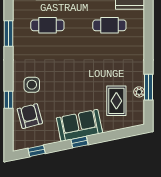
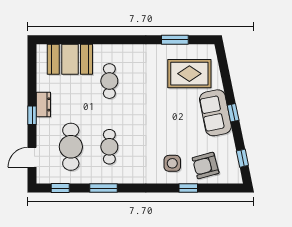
window: (8, 33) -> (104, 188), moved
plant: (139, 92) -> (180, 50), removed
rug: (116, 101) -> (189, 74), width x1.36, depth x1.43

